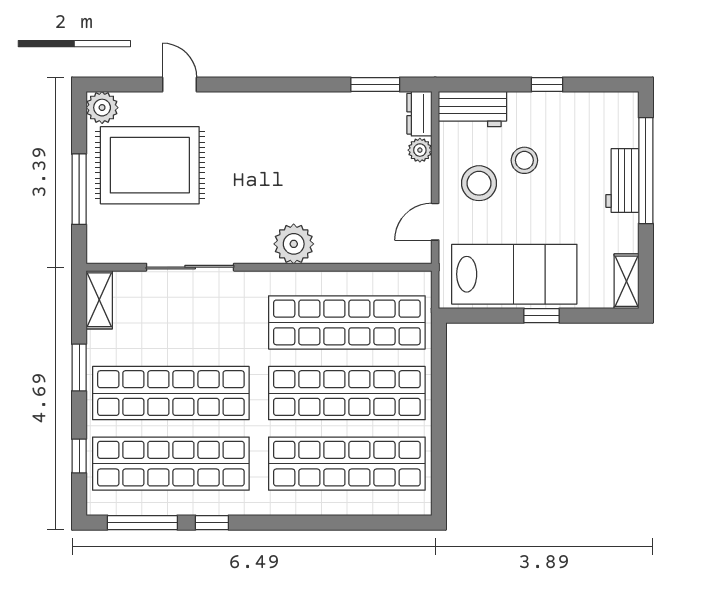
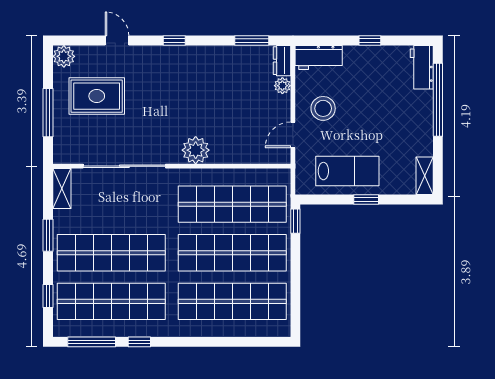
window: (263, 85) -> (174, 41), added
stool: (524, 160) -> (354, 93), removed
rug: (150, 165) -> (97, 96), width x0.73, depth x0.69
workbench: (622, 181) -> (422, 67), moved
sliding door: (190, 267) -> (124, 166), width x1.36
lab bench: (514, 274) -> (347, 171), width x0.73, depth x0.72
window: (439, 347) -> (295, 221), added

